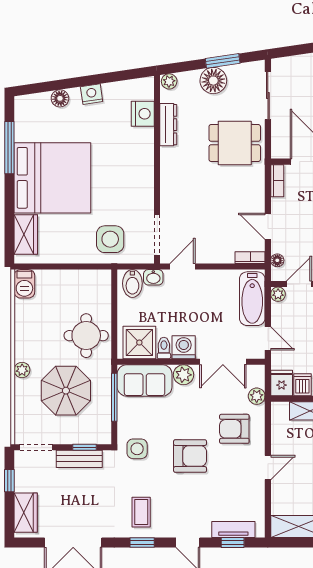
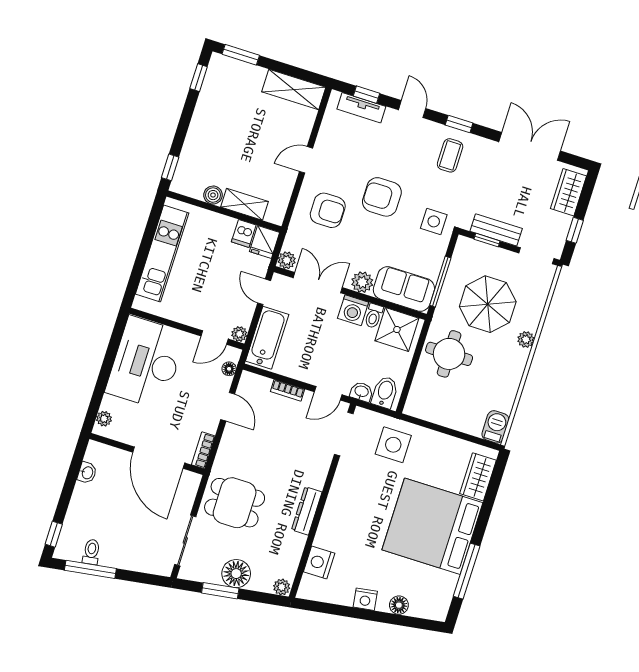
dresser: (168, 125) -> (307, 511), moved
bookcase: (250, 258) -> (288, 390), moved
plant: (257, 396) -> (287, 260), moved

